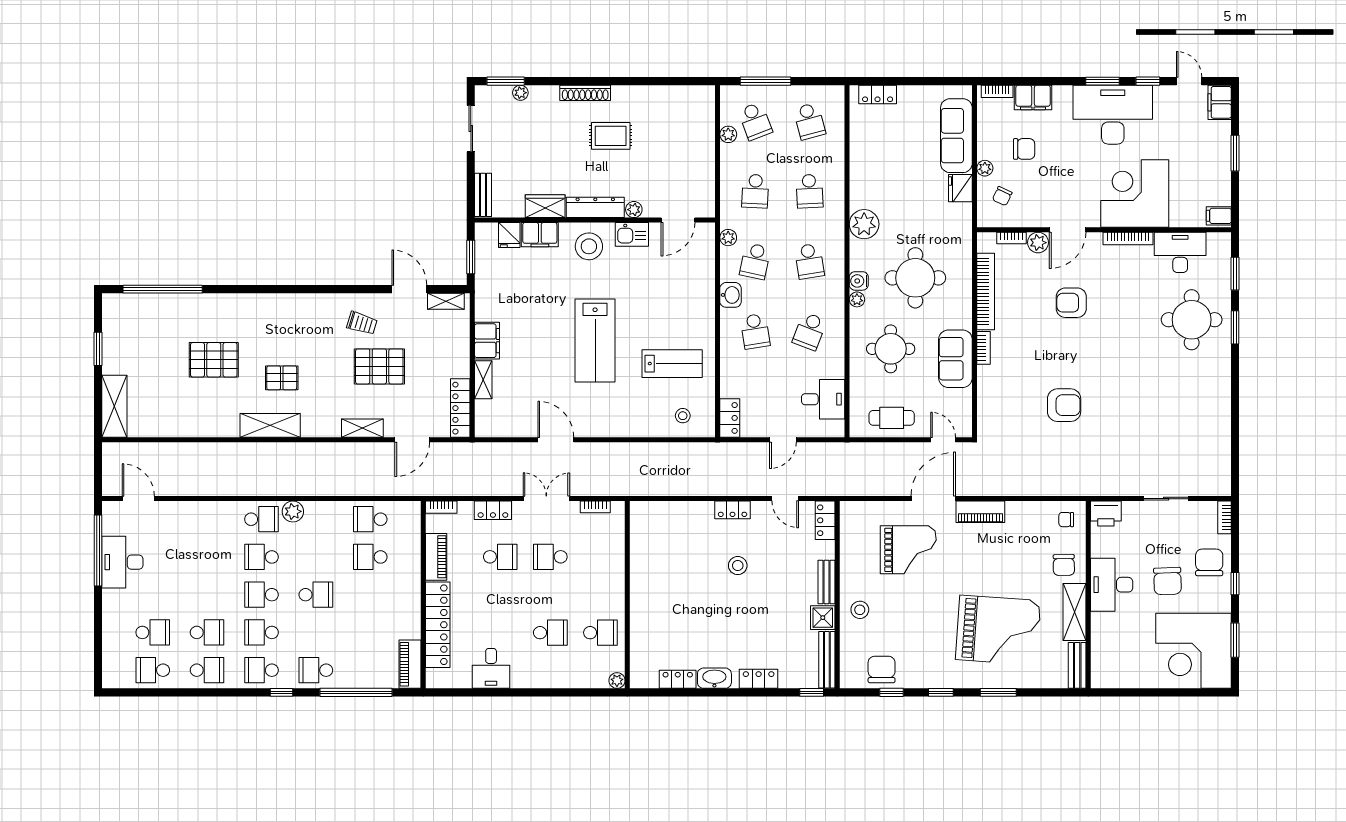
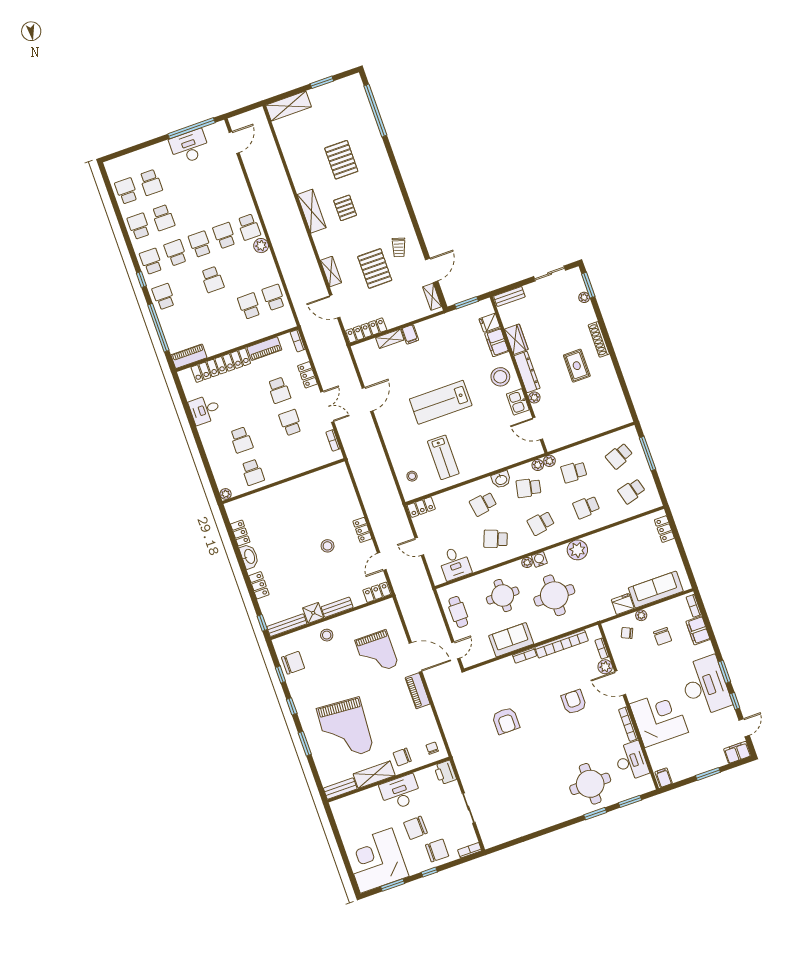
plant: (728, 134) -> (549, 461), moved
filing cabinet: (487, 341) -> (410, 334), width x0.50
school desk: (207, 670) -> (139, 226), turned 180

